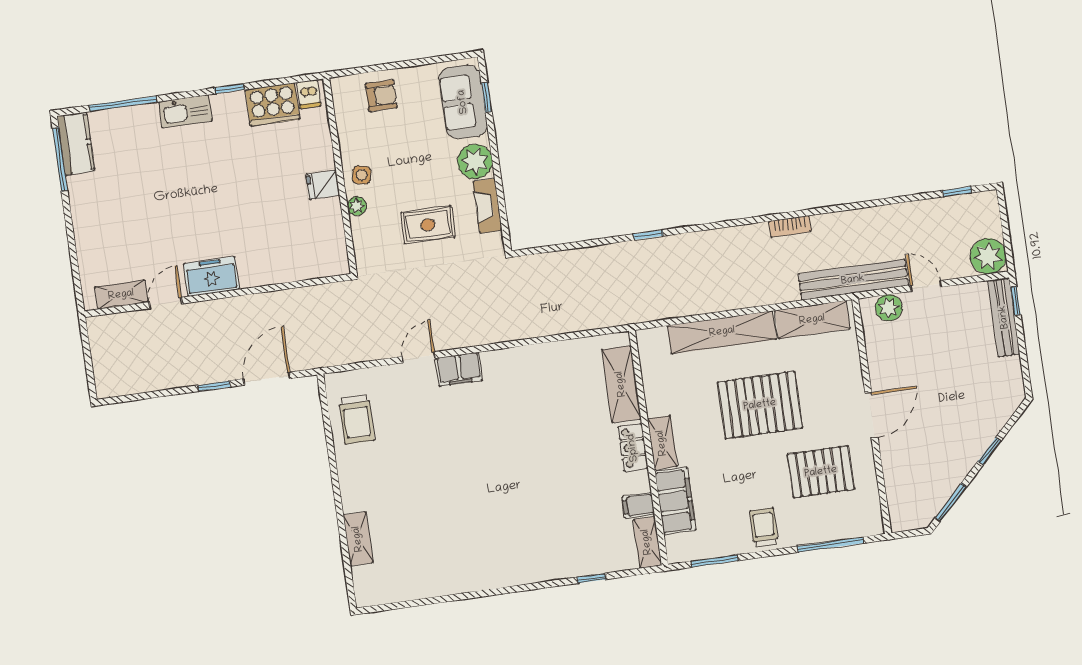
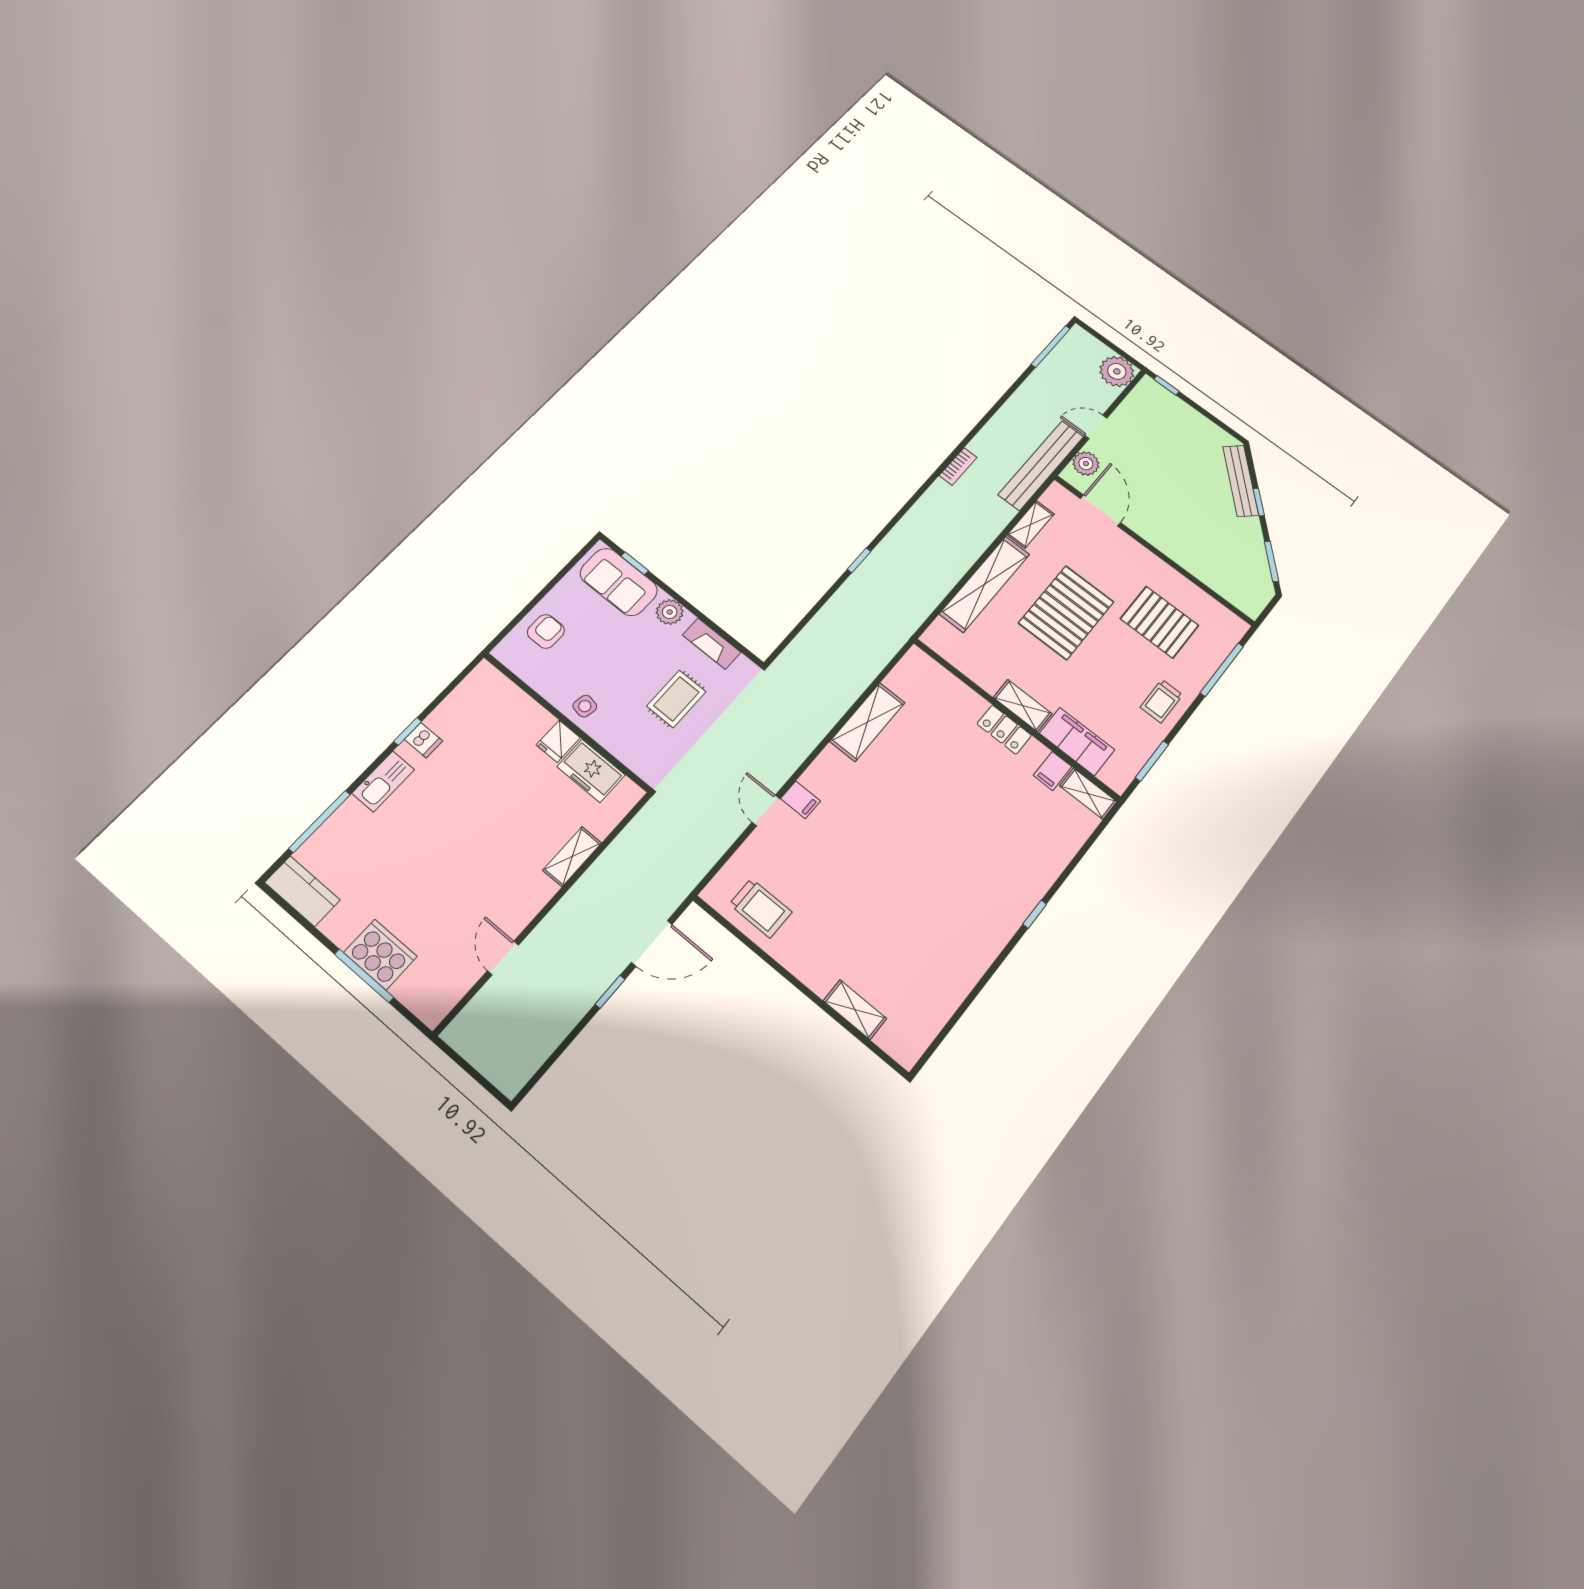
dishwasher: (309, 94) -> (424, 740), moved
cooker: (272, 104) -> (380, 954), moved, turned -90
window: (60, 159) -> (364, 976), moved
plant: (475, 161) -> (670, 612), width x0.73, depth x0.73
window: (957, 192) -> (1051, 346), width x2.17
plant: (357, 206) -> (603, 734), removed
freezer: (211, 276) -> (591, 771), moved, turned -90
shelving: (121, 295) -> (572, 857), moved
bench: (1004, 317) -> (1241, 481), moved, turned 45
shelving: (812, 320) -> (1031, 524), width x0.67, depth x0.75
filing cabinet: (459, 369) -> (801, 800), width x0.50
door: (267, 379) -> (652, 943), swing flipped
shelving: (621, 384) -> (868, 722), moved, turned 90
door: (871, 415) -> (1101, 511), moved
pallet: (821, 472) -> (1159, 622), turned 90
trolley: (764, 527) -> (1162, 701), turned -90
window: (591, 578) -> (1035, 914), moved

